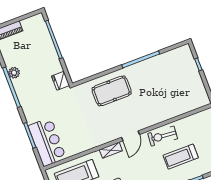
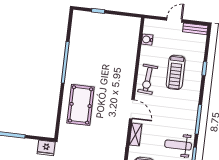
water cooler: (196, 118) -> (147, 40), added

